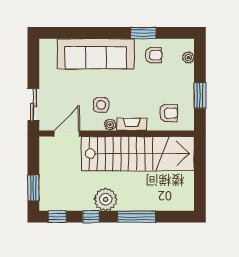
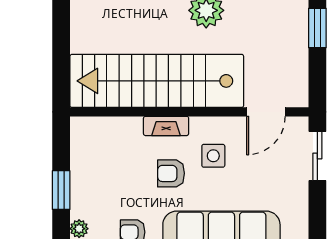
window: (200, 96) -> (61, 190), moved
armchair: (169, 113) -> (171, 173), moved
plant: (110, 125) -> (199, 125), removed

